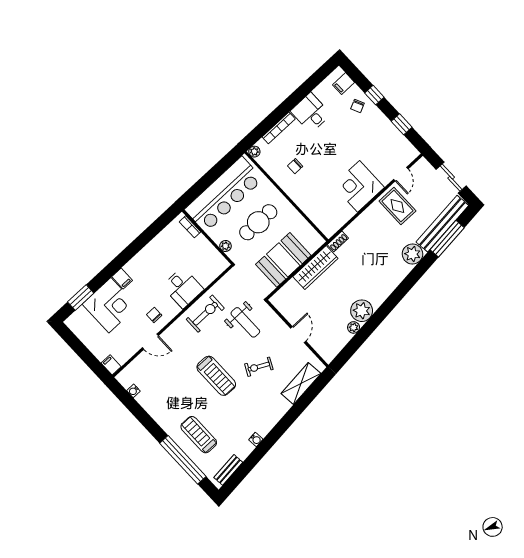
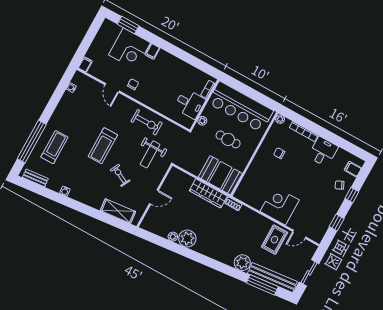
cafe table: (258, 222) -> (228, 139), width x0.73, depth x0.74
booth: (283, 260) -> (220, 175), moved
desk: (183, 288) -> (190, 104), moved, turned -90

